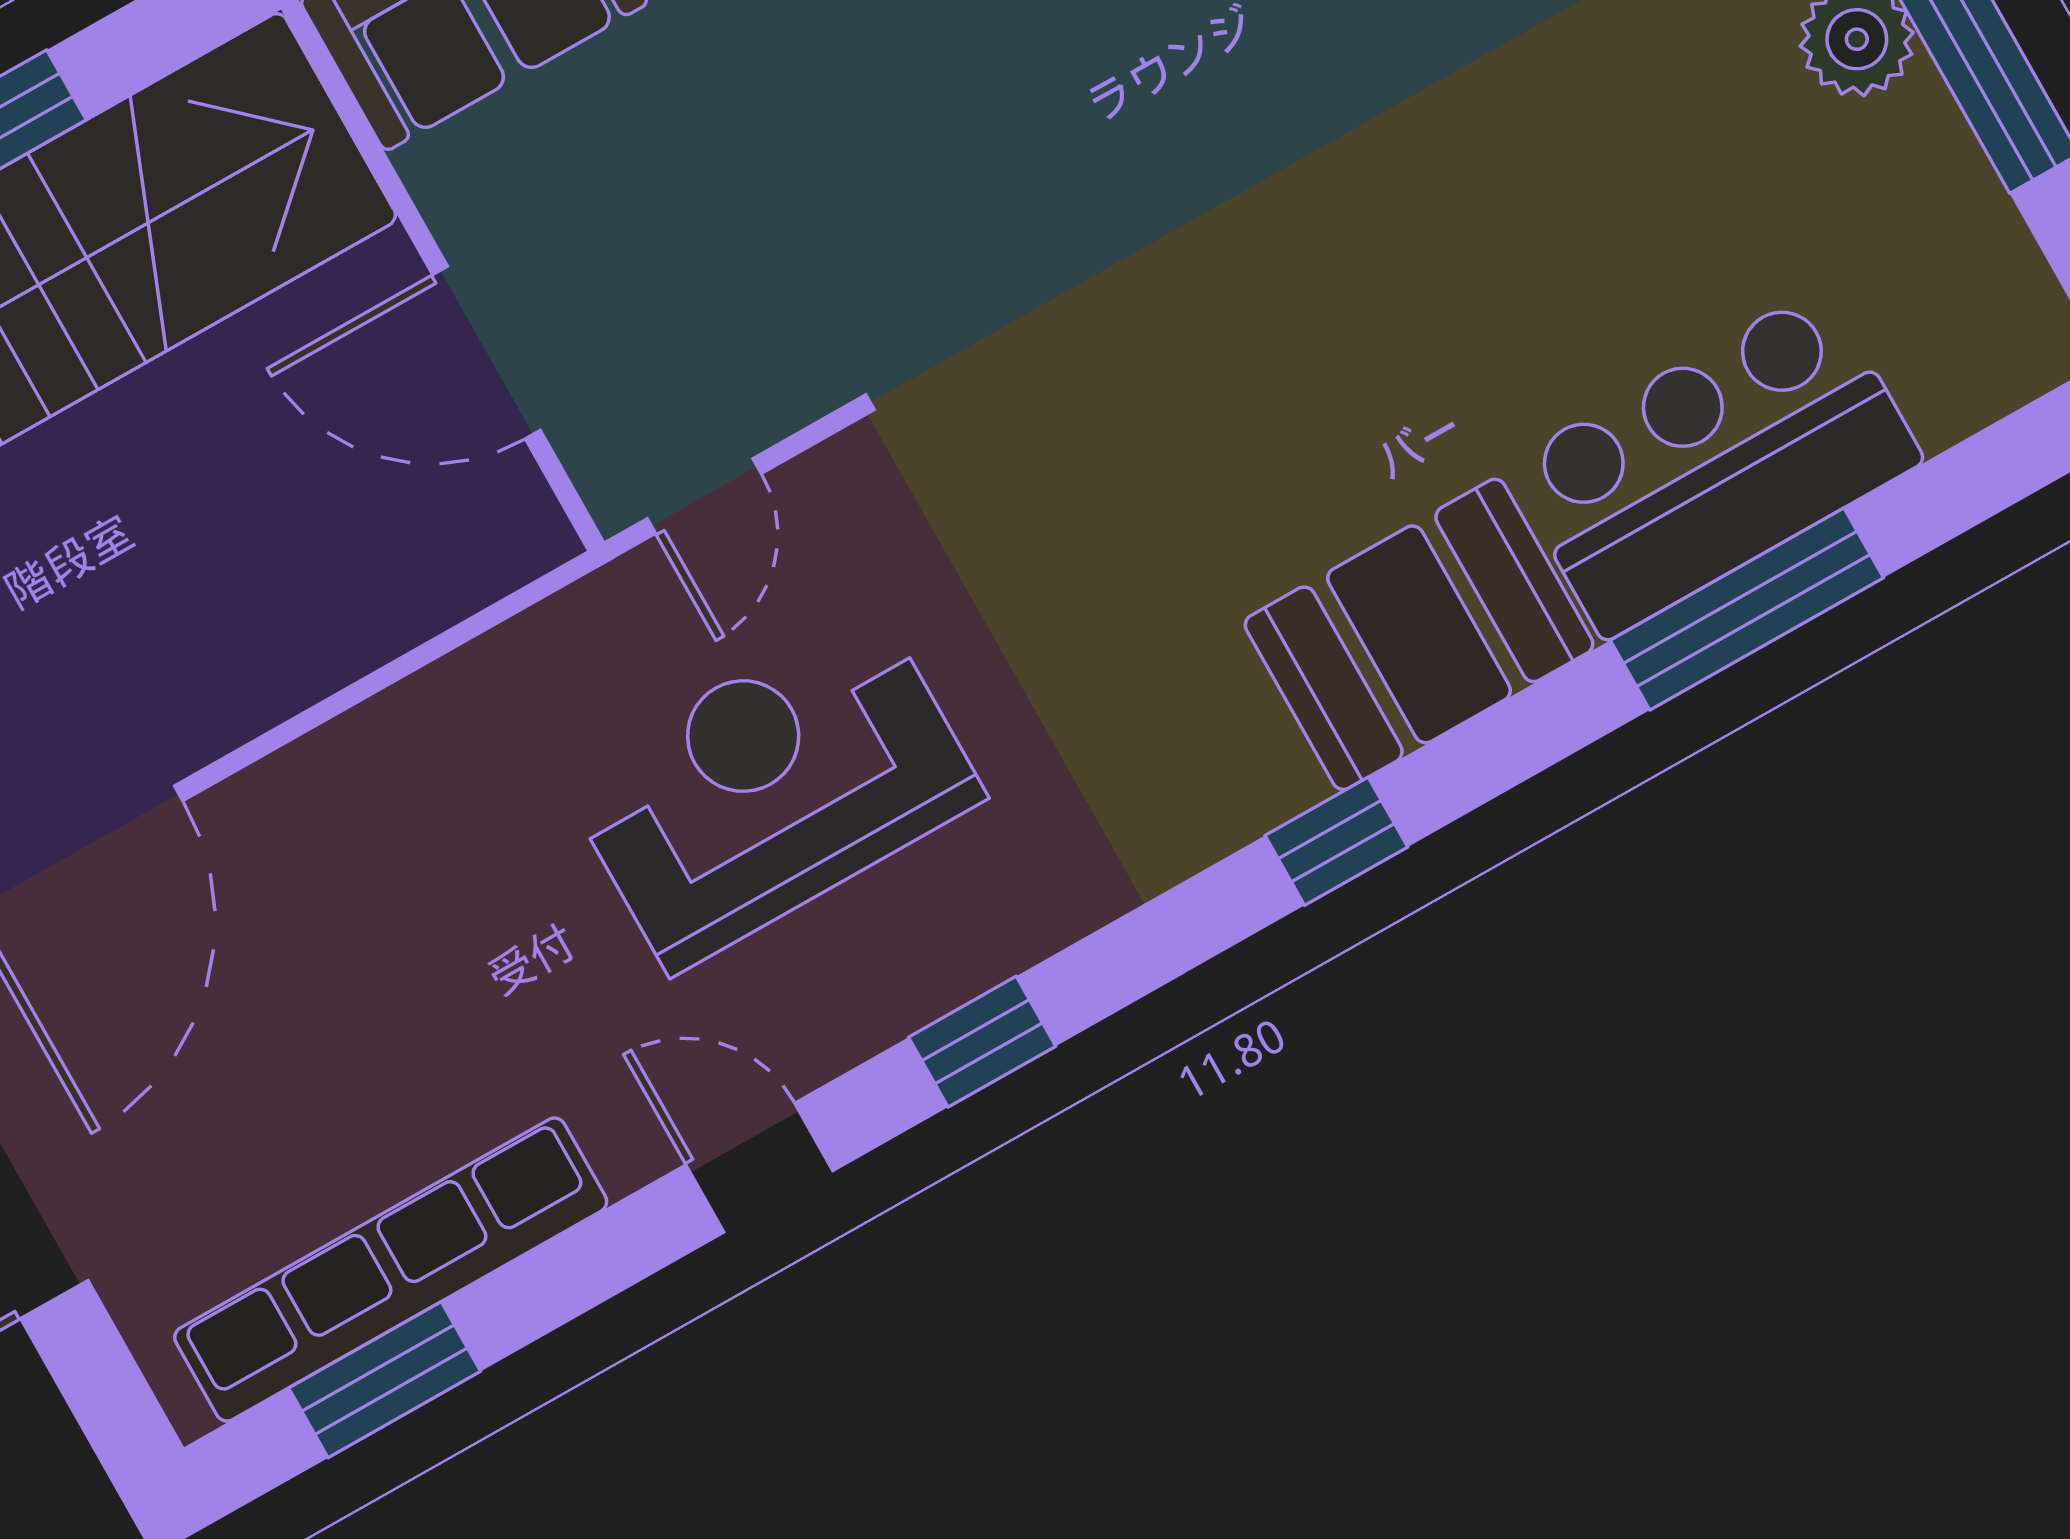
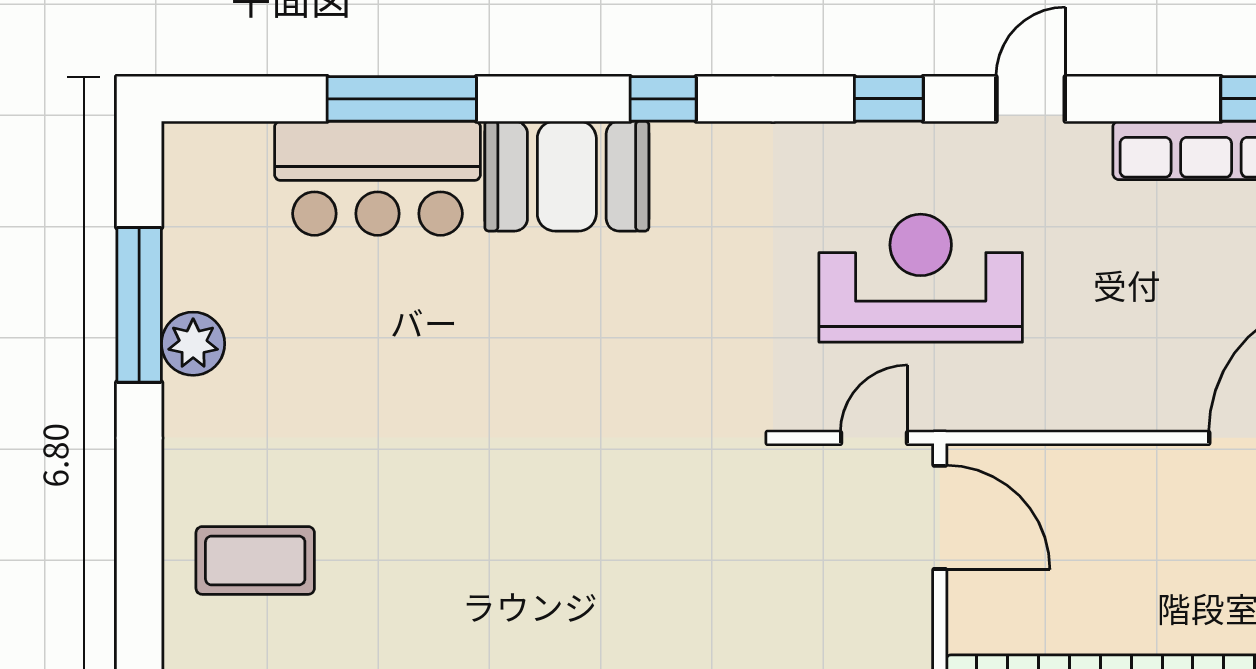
door: (486, 353) -> (940, 517), moved
reception desk: (773, 788) -> (921, 278), turned 180
door: (759, 1168) -> (1031, 99), swing flipped

